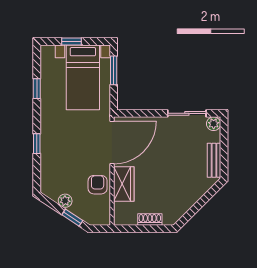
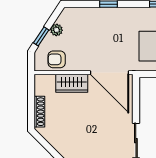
armchair: (98, 185) -> (57, 59), moved, turned 180
shoe rack: (150, 220) -> (39, 112), width x1.43

